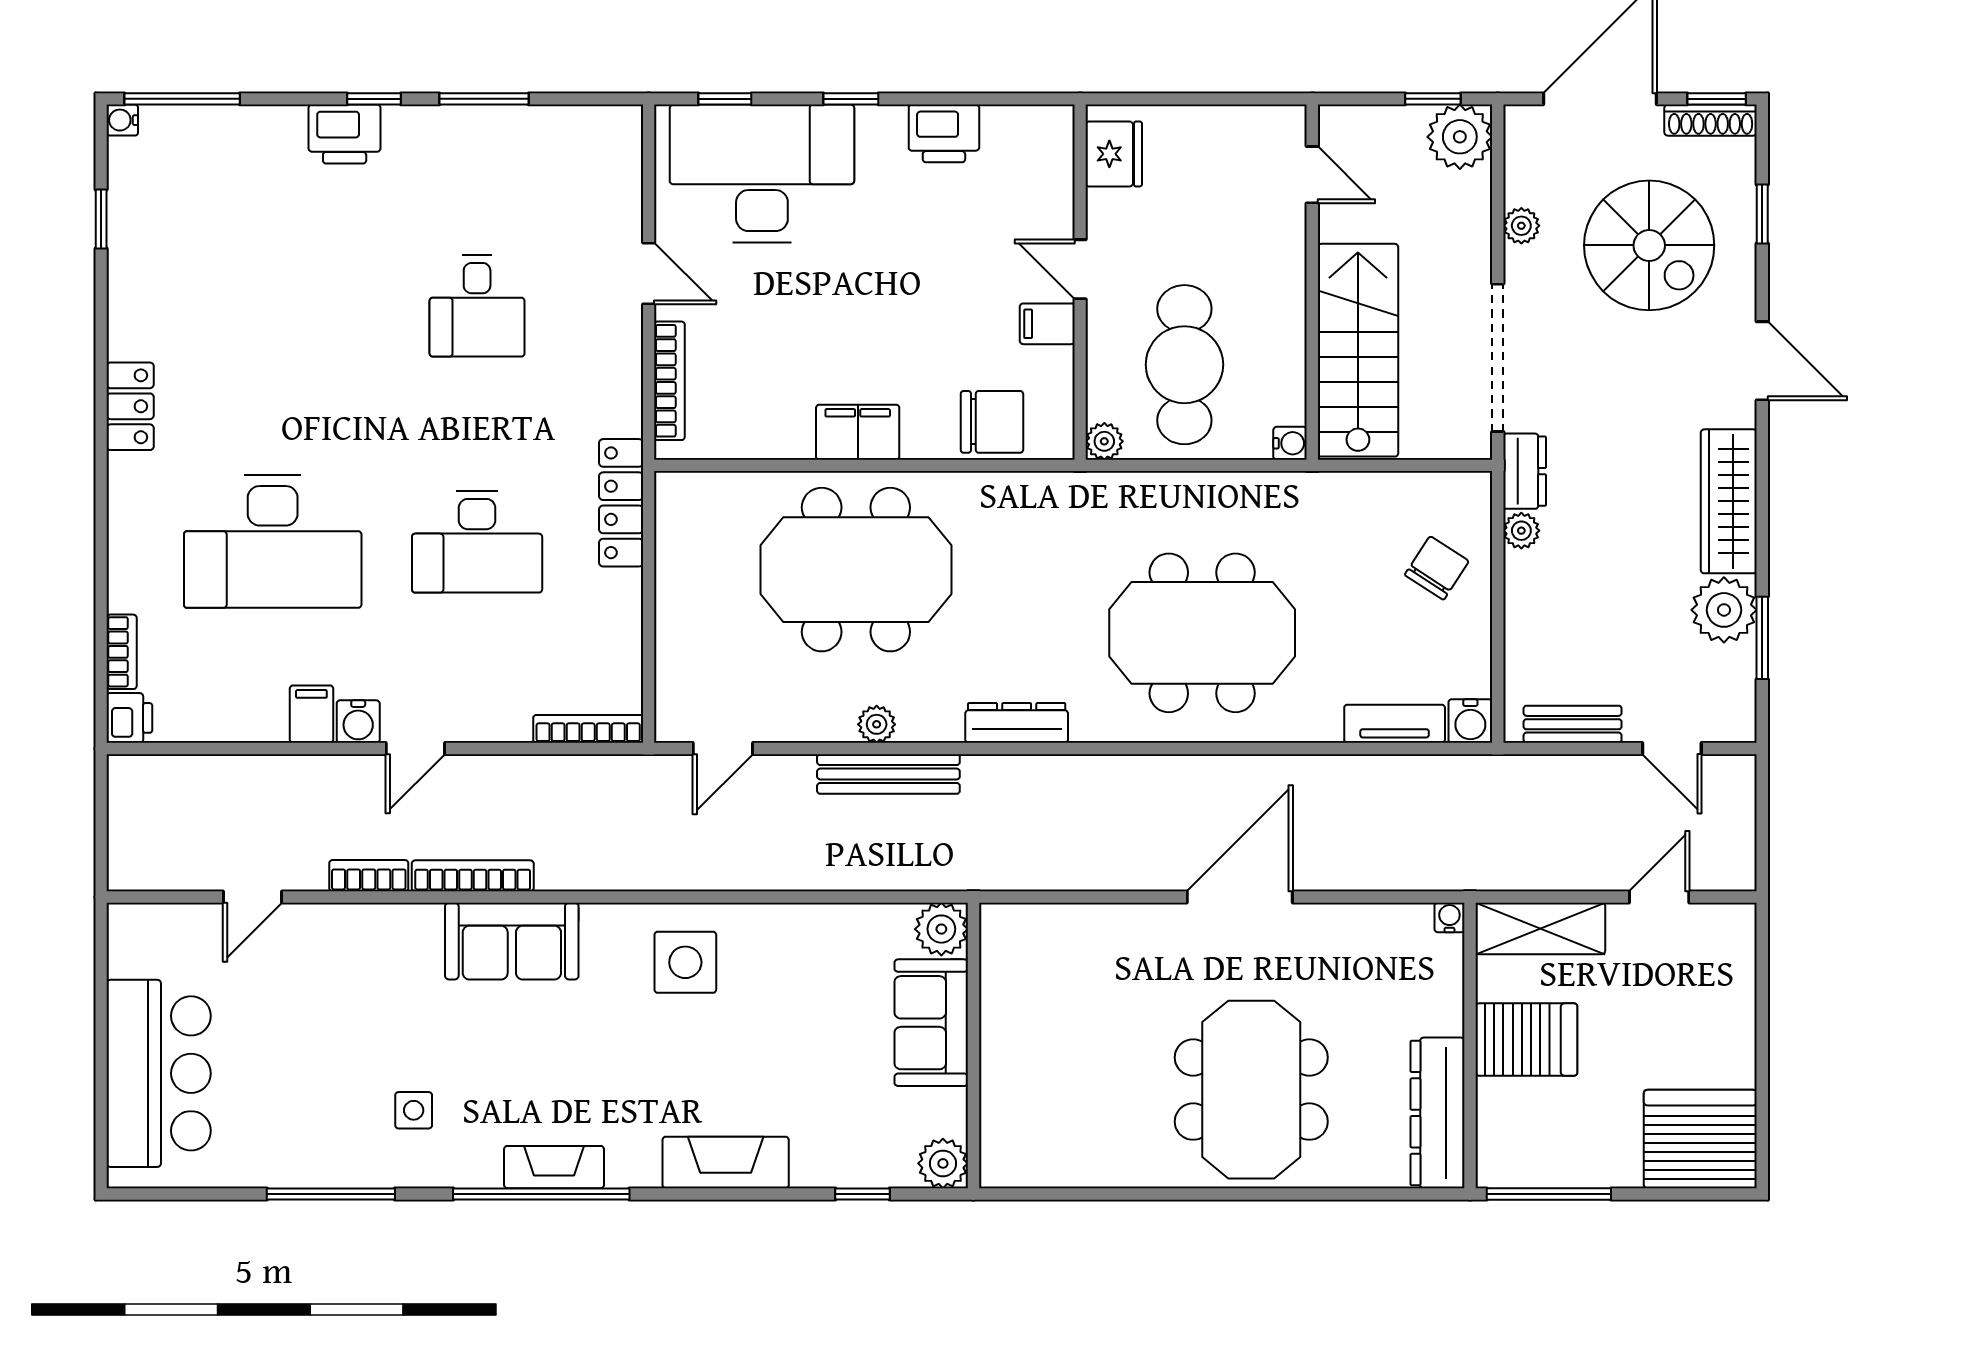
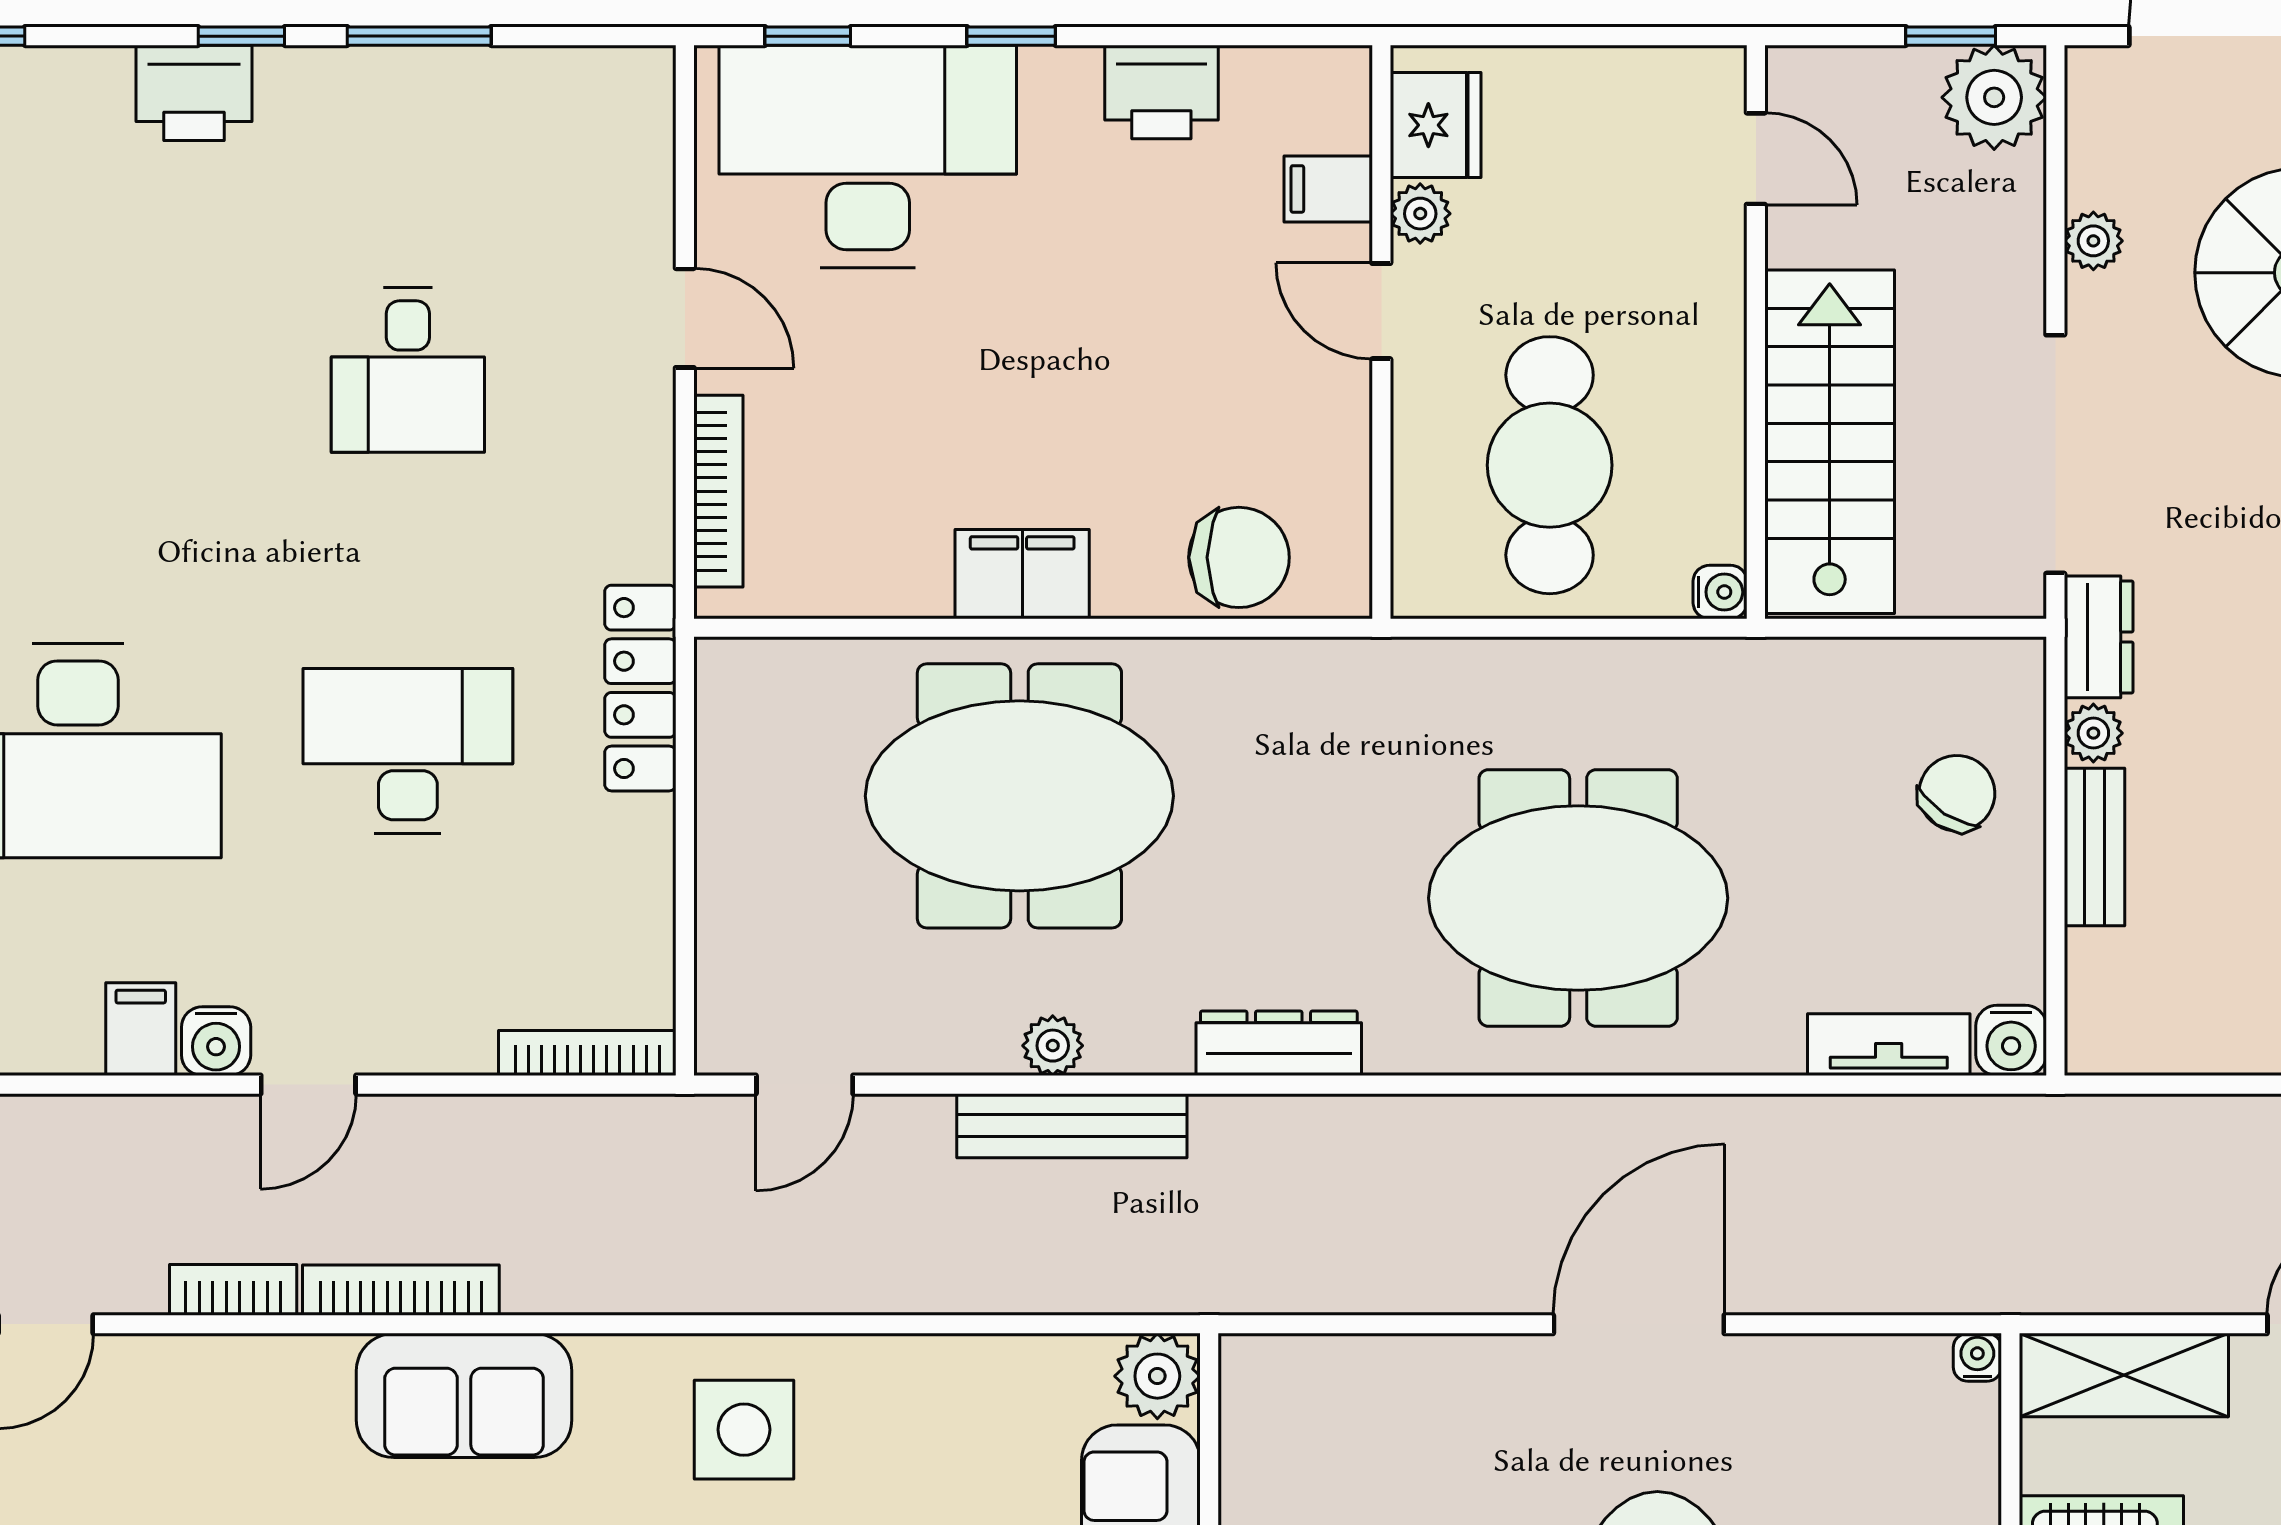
filing cabinet: (1047, 324) -> (1328, 189), moved
plant: (1104, 441) -> (1420, 214), moved
desk: (477, 542) -> (408, 751), turned 180
bench: (1573, 724) -> (2094, 847), moved, turned 90

